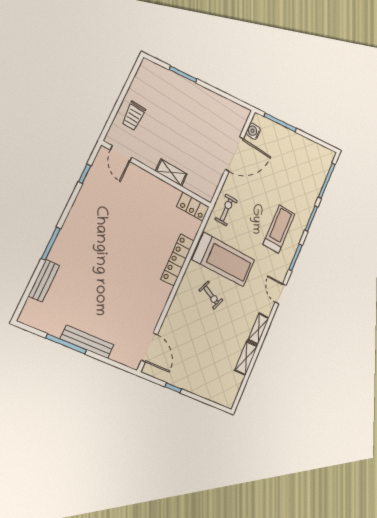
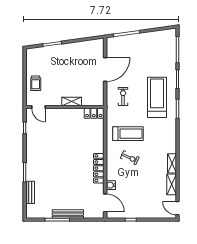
water cooler: (253, 131) -> (111, 185), moved
exercise bike: (226, 210) -> (123, 96), moved
treadmill: (279, 229) -> (157, 97), width x1.37, depth x1.38
locker: (178, 260) -> (99, 168), moved
treadmill: (224, 260) -> (128, 134), width x0.73, depth x0.73
door: (281, 294) -> (177, 208), moved

